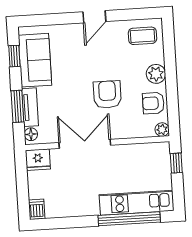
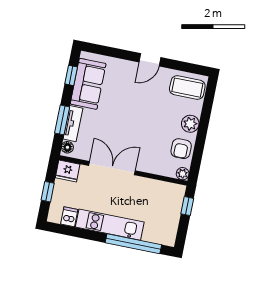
coffee table: (142, 36) -> (187, 88), width x1.36, depth x1.30
armchair: (107, 95) -> (143, 130), removed
armchair: (153, 103) -> (181, 149), turned -90
window: (22, 188) -> (48, 192), added
kitchen unit: (137, 203) -> (110, 225), moved
dishwasher: (37, 209) -> (69, 217), moved

